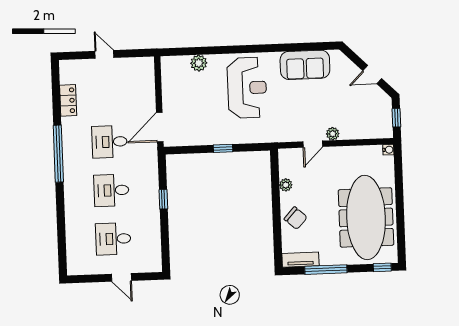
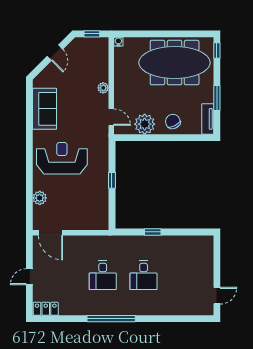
locker: (68, 100) -> (46, 309), moved
door: (160, 127) -> (50, 233), moved
door: (313, 144) -> (111, 117), moved
plant: (286, 185) -> (145, 124), width x1.88, depth x1.88
chair: (296, 218) -> (173, 122), turned -69
desk: (113, 239) -> (184, 275), removed
window: (326, 270) -> (217, 98), width x0.69
door: (121, 277) -> (217, 296), moved

